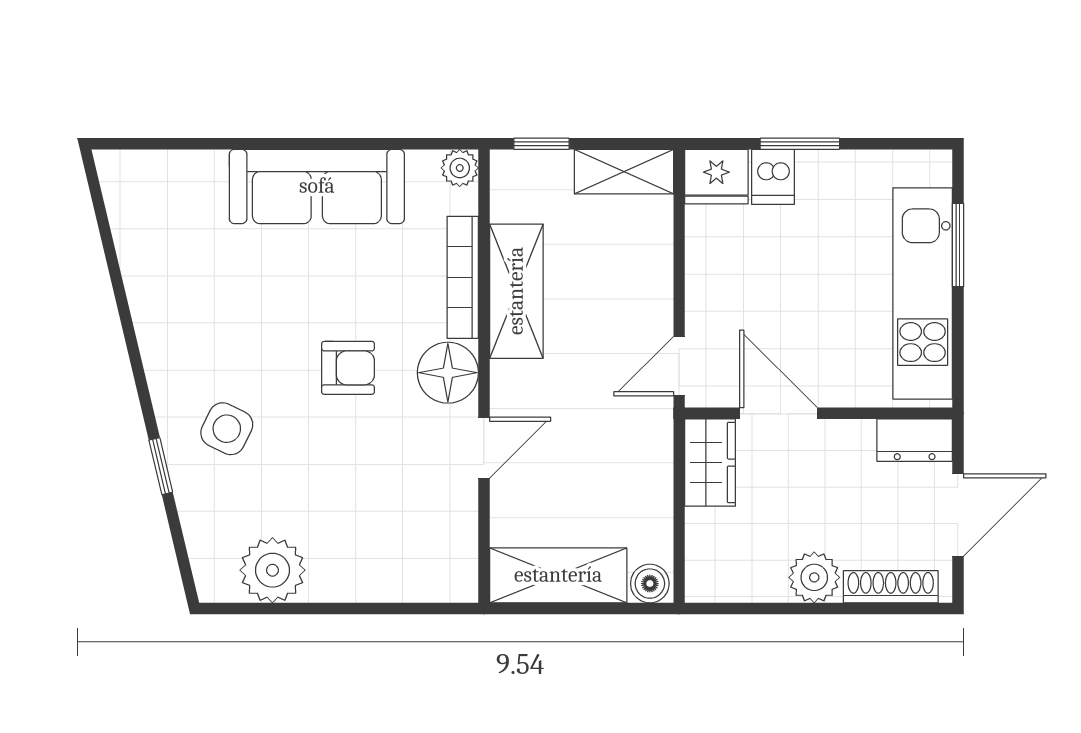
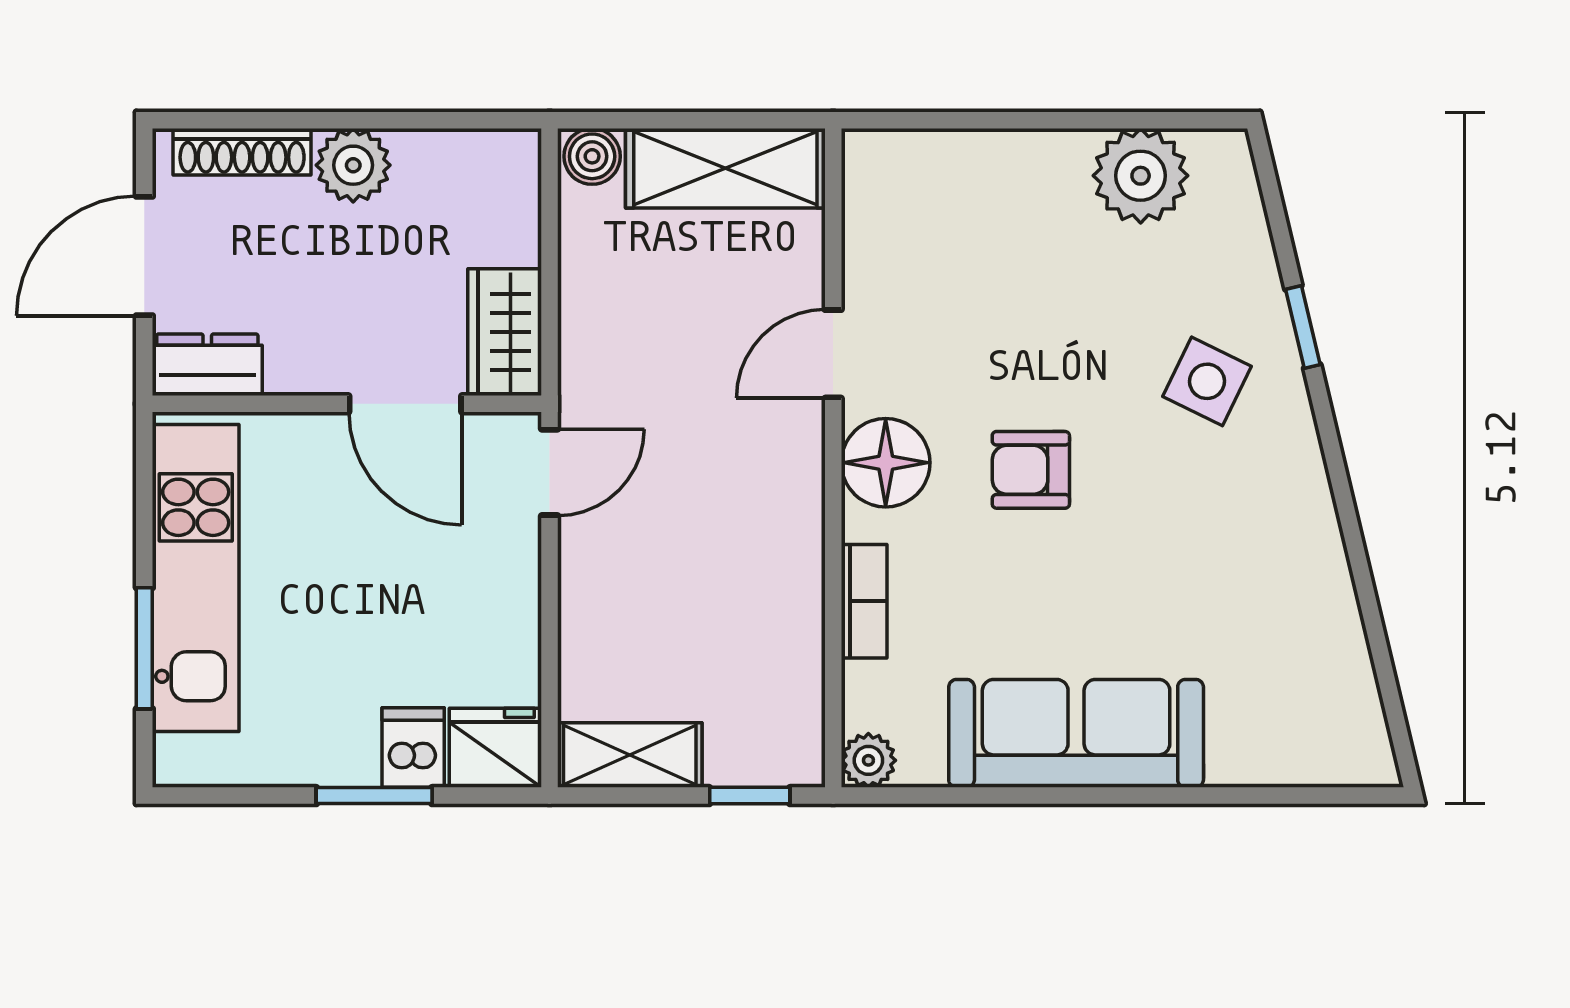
bookcase: (463, 277) -> (864, 601), width x0.64
shelving: (516, 291) -> (786, 581), removed

